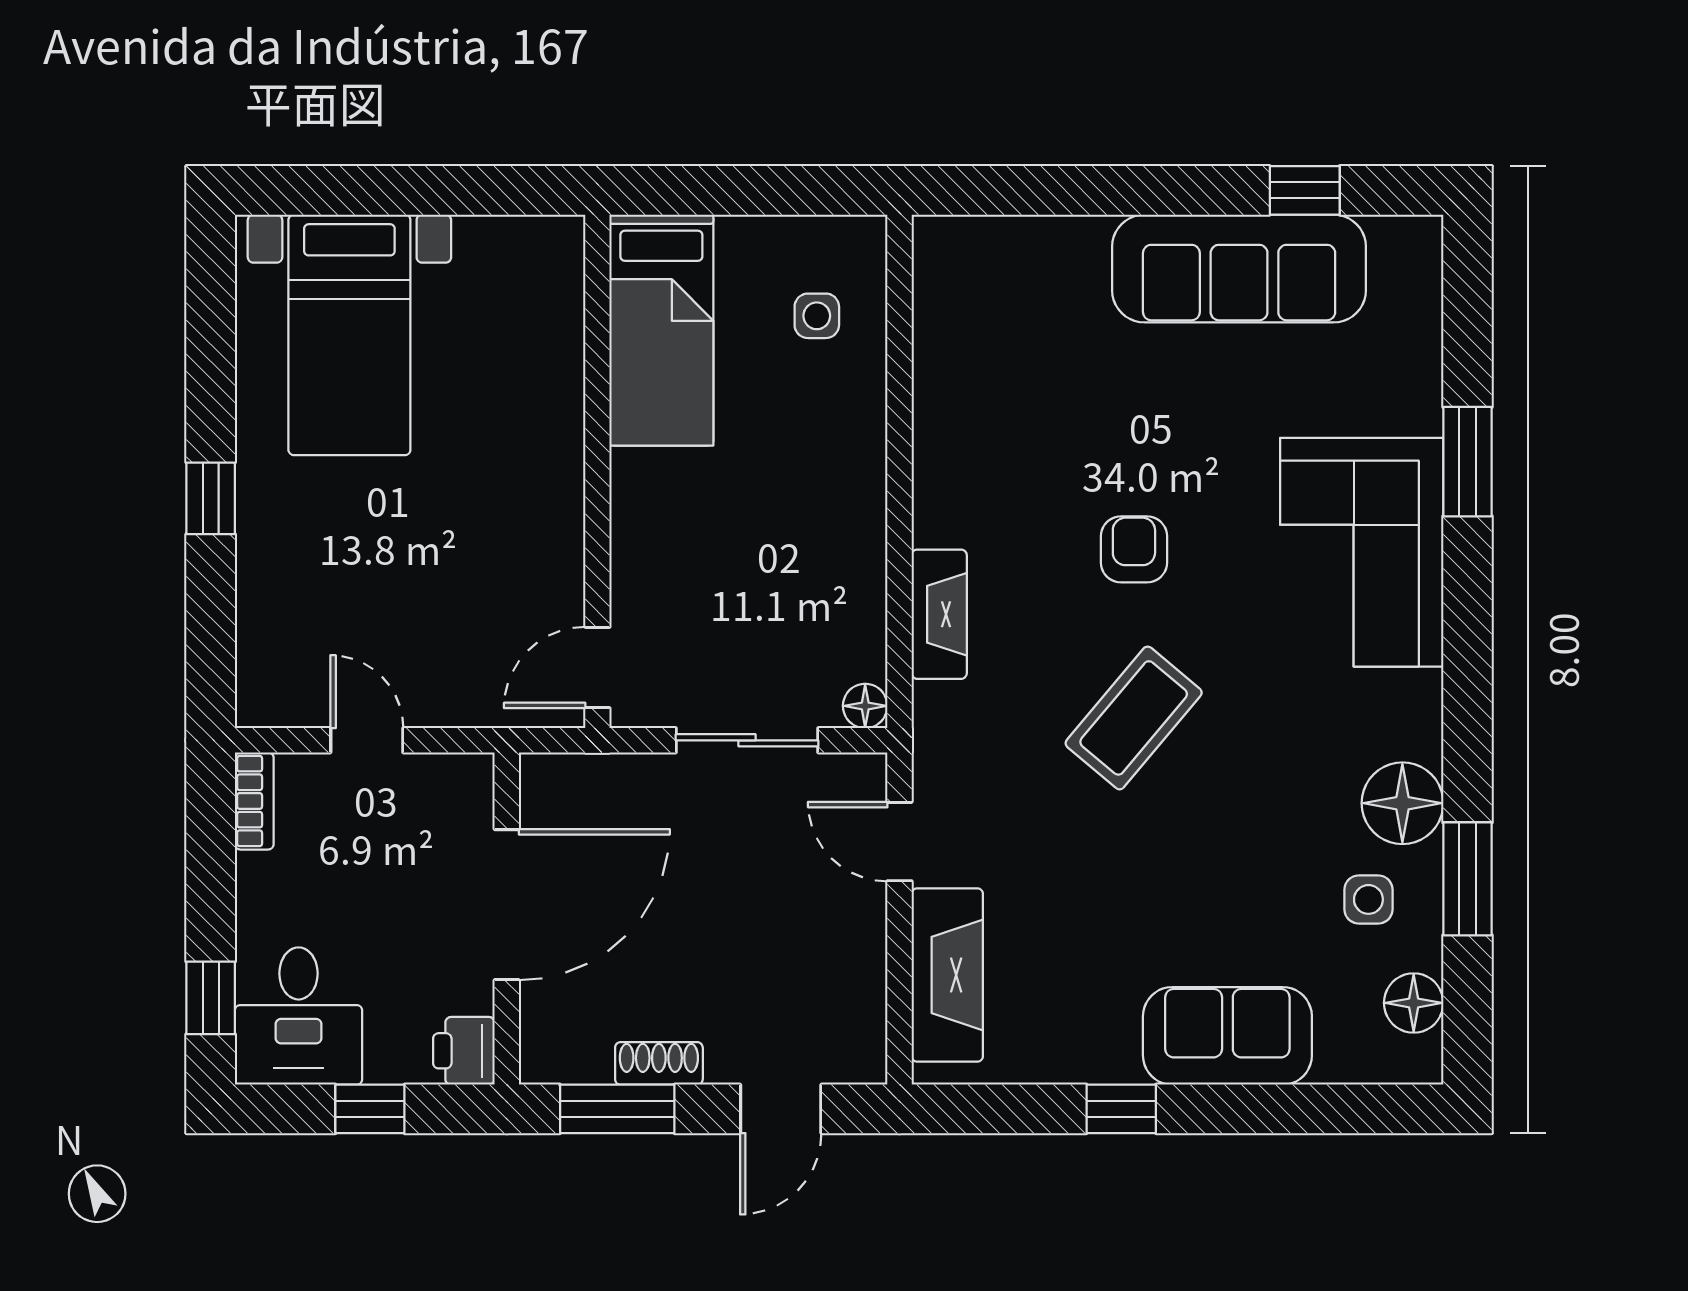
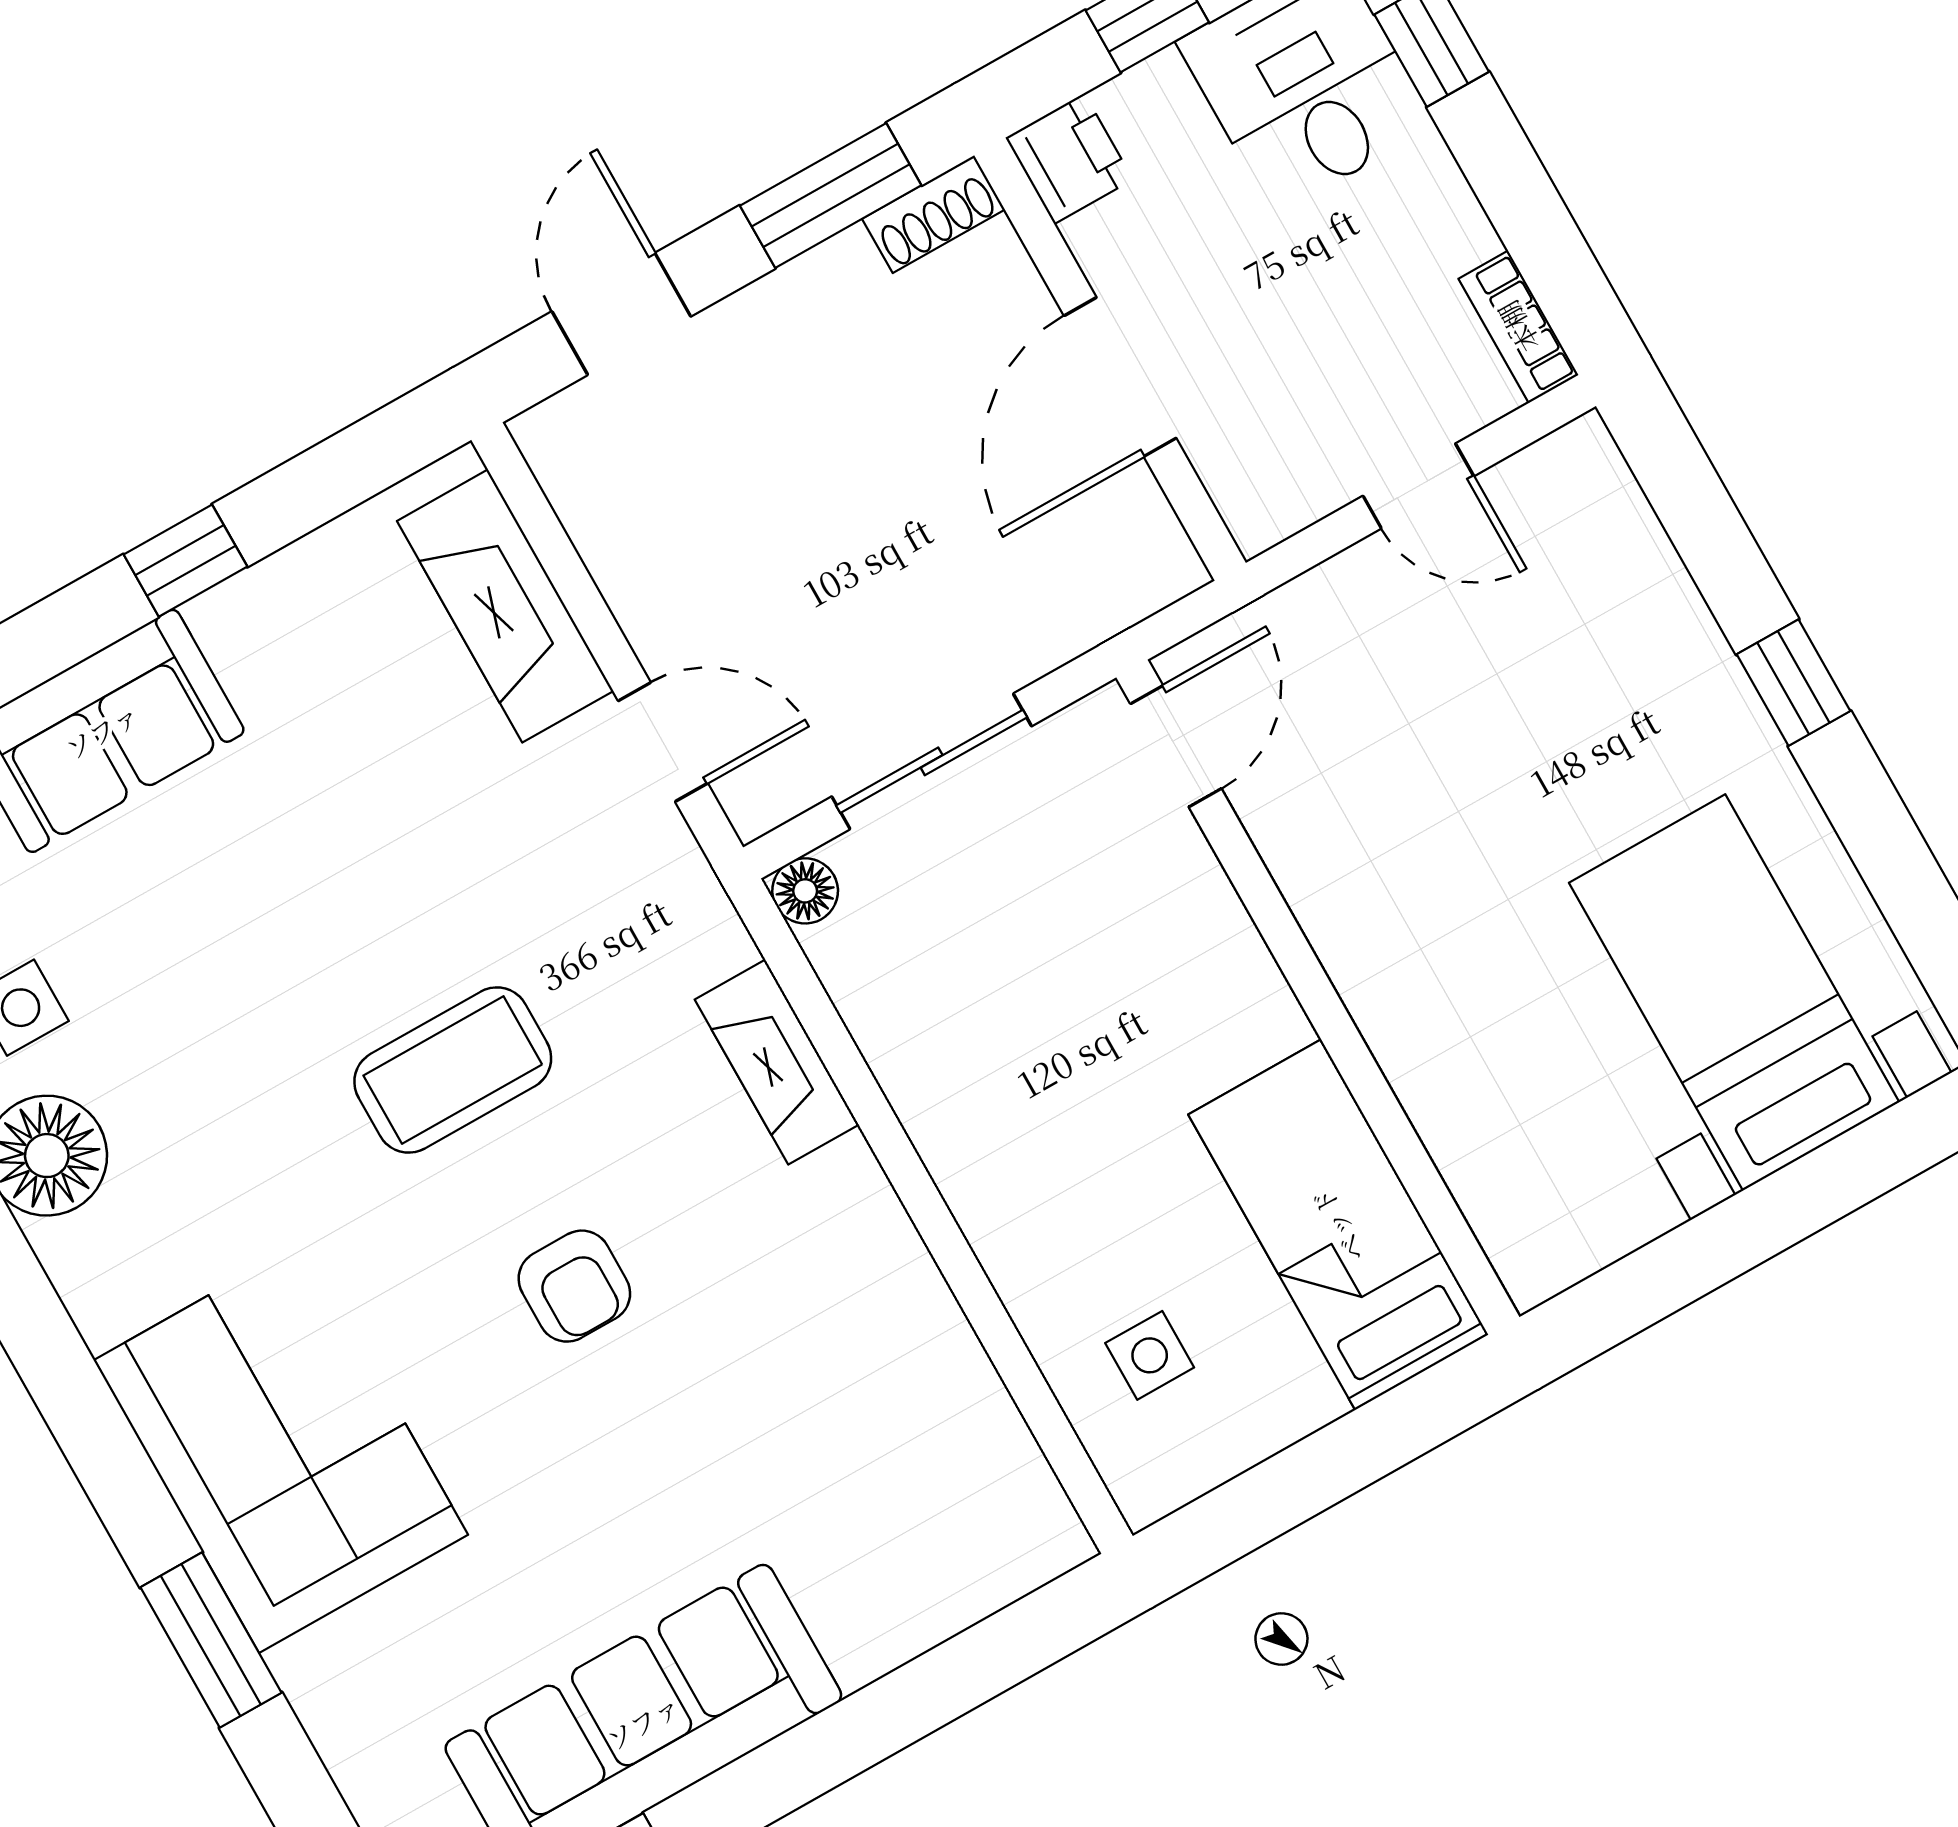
coffee table: (1134, 718) -> (453, 1070), turned 50
door: (507, 905) -> (1120, 377), width x0.73
shoe rack: (659, 1063) -> (933, 214), moved

